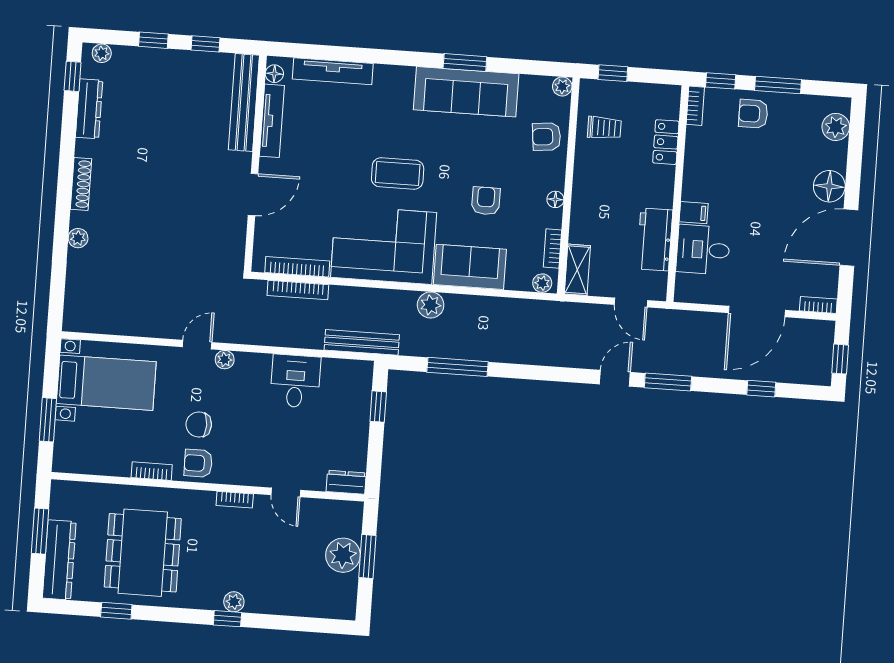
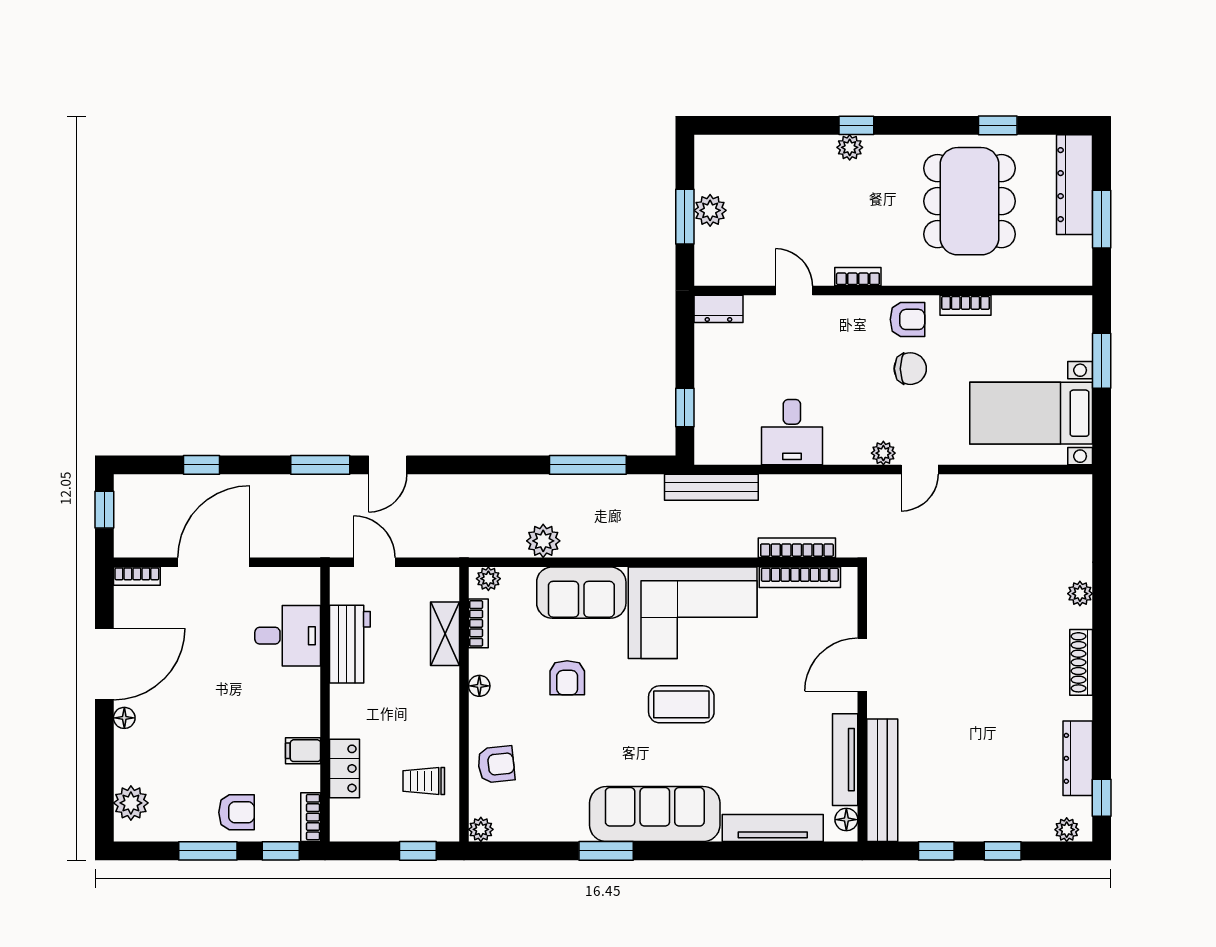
sofa: (466, 92) -> (655, 814), moved
floor lamp: (829, 186) -> (124, 718), width x0.53, depth x0.53
filing cabinet: (694, 213) -> (303, 751), moved
shelving: (577, 270) -> (445, 634), moved
plant: (431, 305) -> (543, 541), moved
plant: (343, 555) -> (710, 210), width x0.73, depth x0.73

